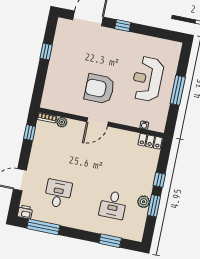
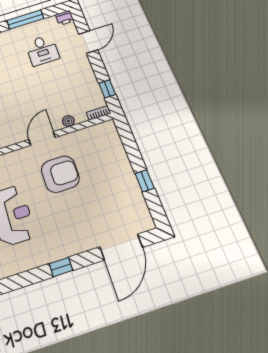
window: (123, 26) -> (61, 267), moved
plant: (62, 122) -> (68, 121), moved
window: (43, 227) -> (25, 19), moved

